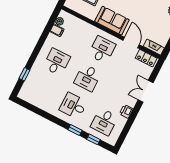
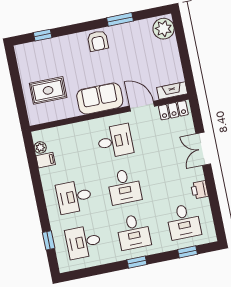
desk: (102, 50) -> (115, 141), turned 90
desk: (57, 62) -> (74, 197), turned -90
desk: (42, 90) -> (83, 242), added
desk: (73, 106) -> (134, 232), turned -90
window: (75, 130) -> (137, 262), moved

